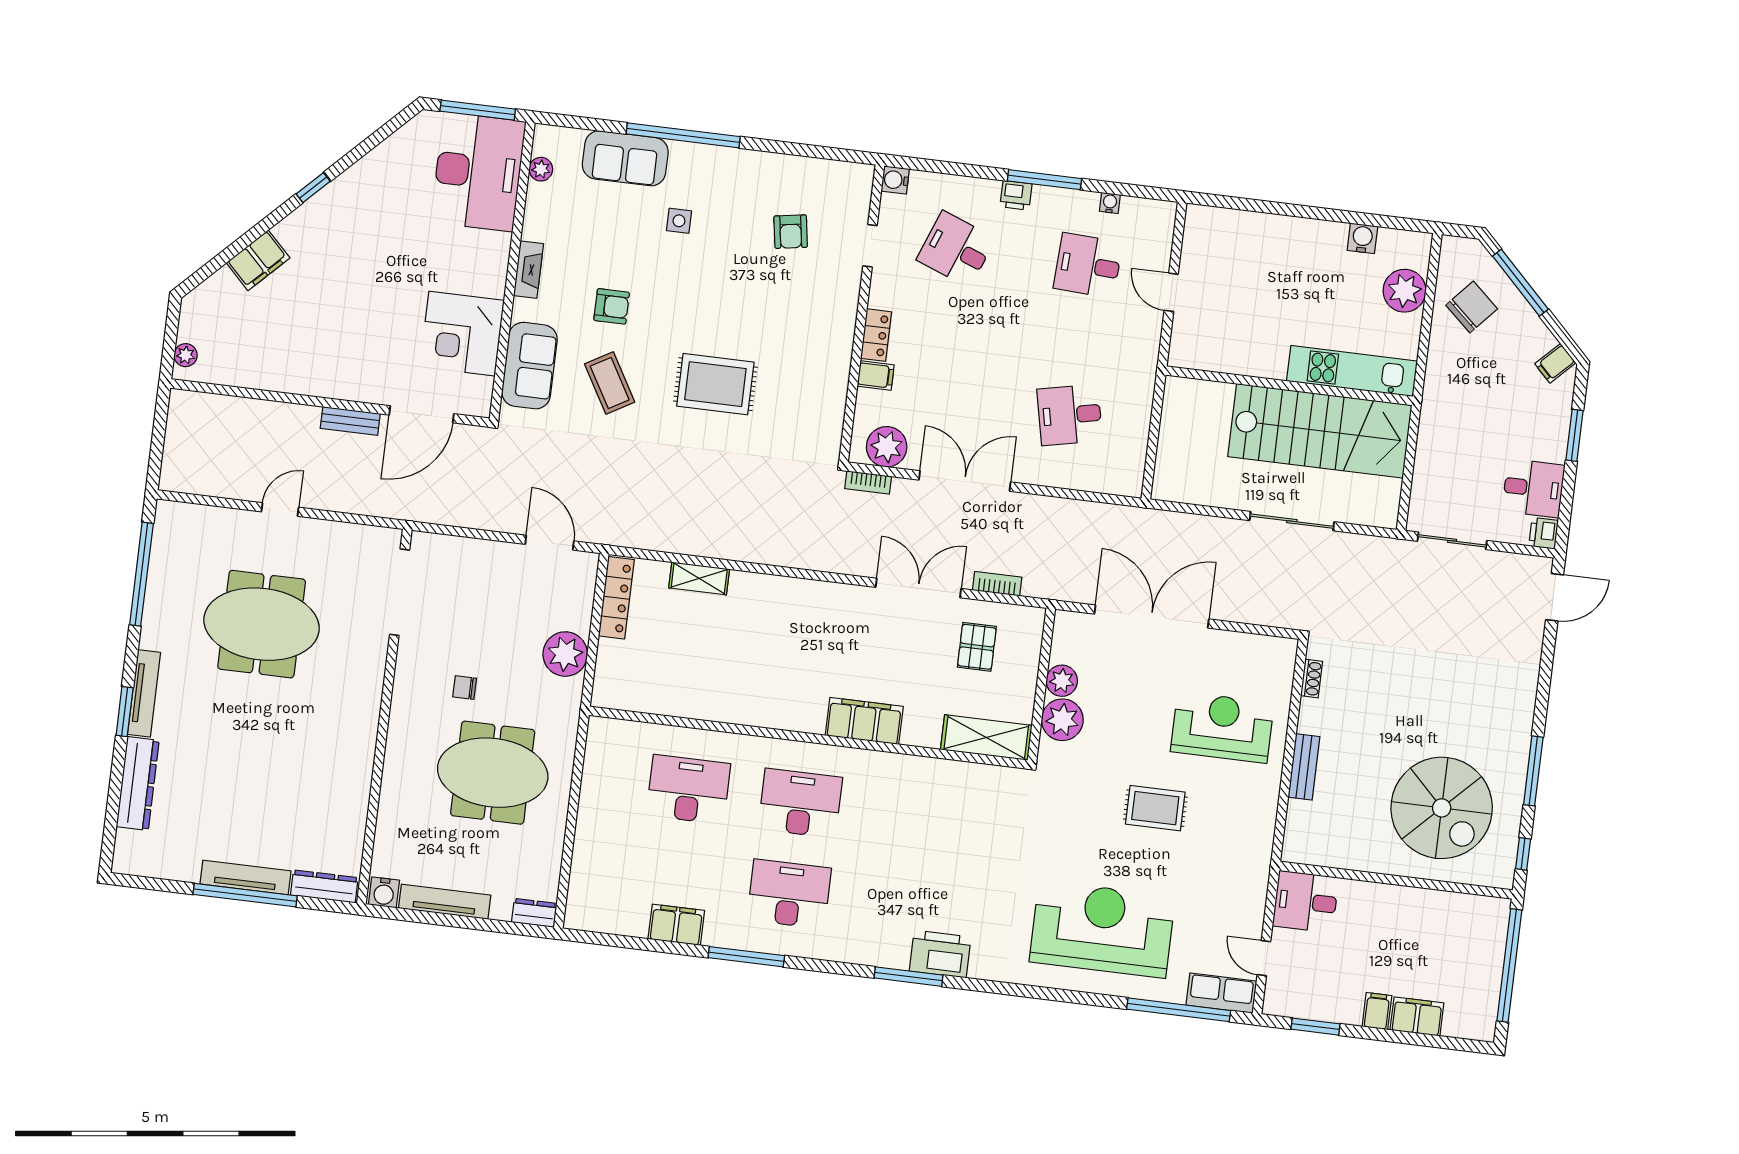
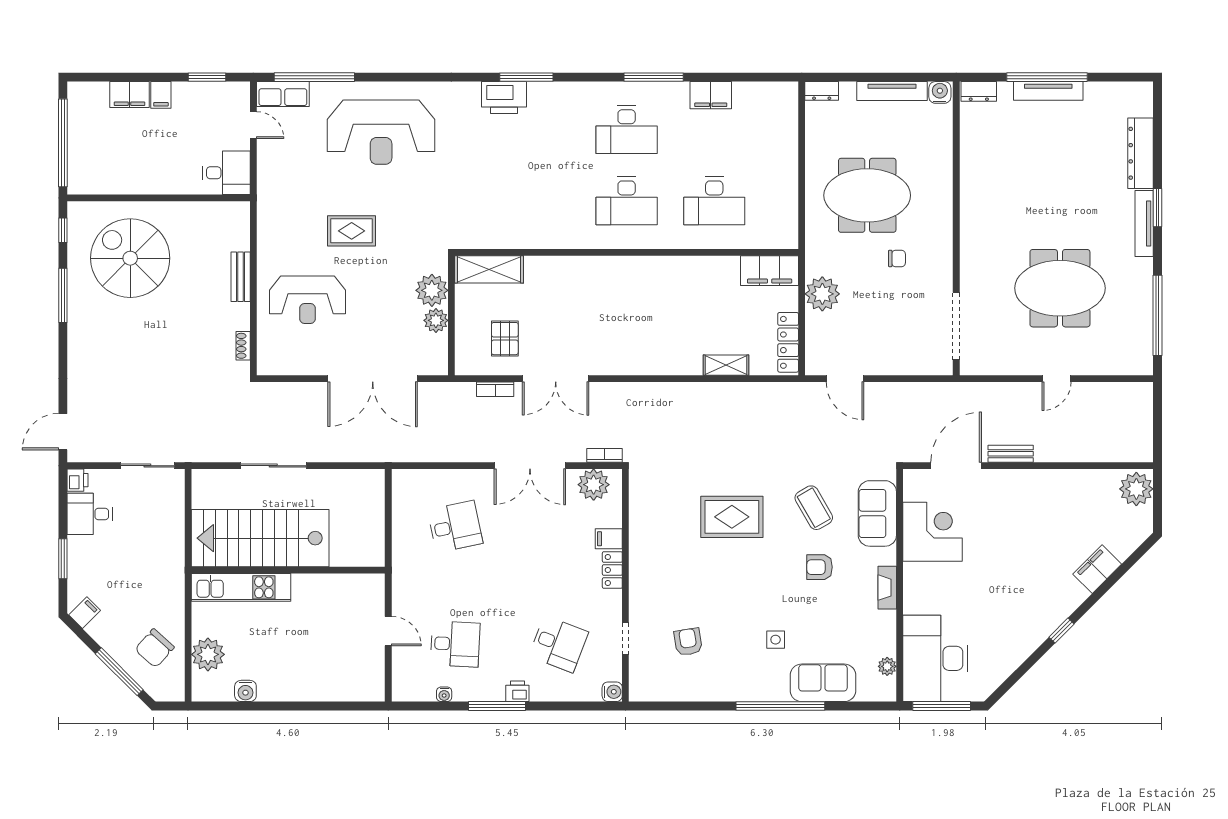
plant: (186, 355) -> (1136, 489), width x1.87, depth x1.87
filing cabinet: (864, 721) -> (770, 271), moved
dresser: (324, 886) -> (979, 91), width x0.70

